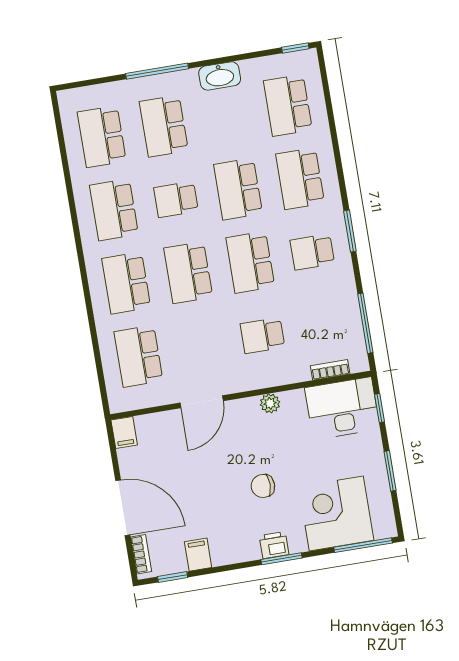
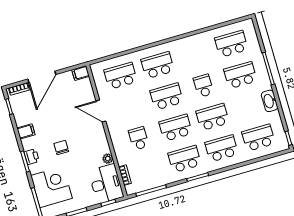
school desk: (114, 210) -> (194, 55), removed
school desk: (312, 252) -> (185, 159), width x1.85
plant: (270, 403) -> (108, 159), moved
filing cabinet: (198, 555) -> (26, 131), moved

